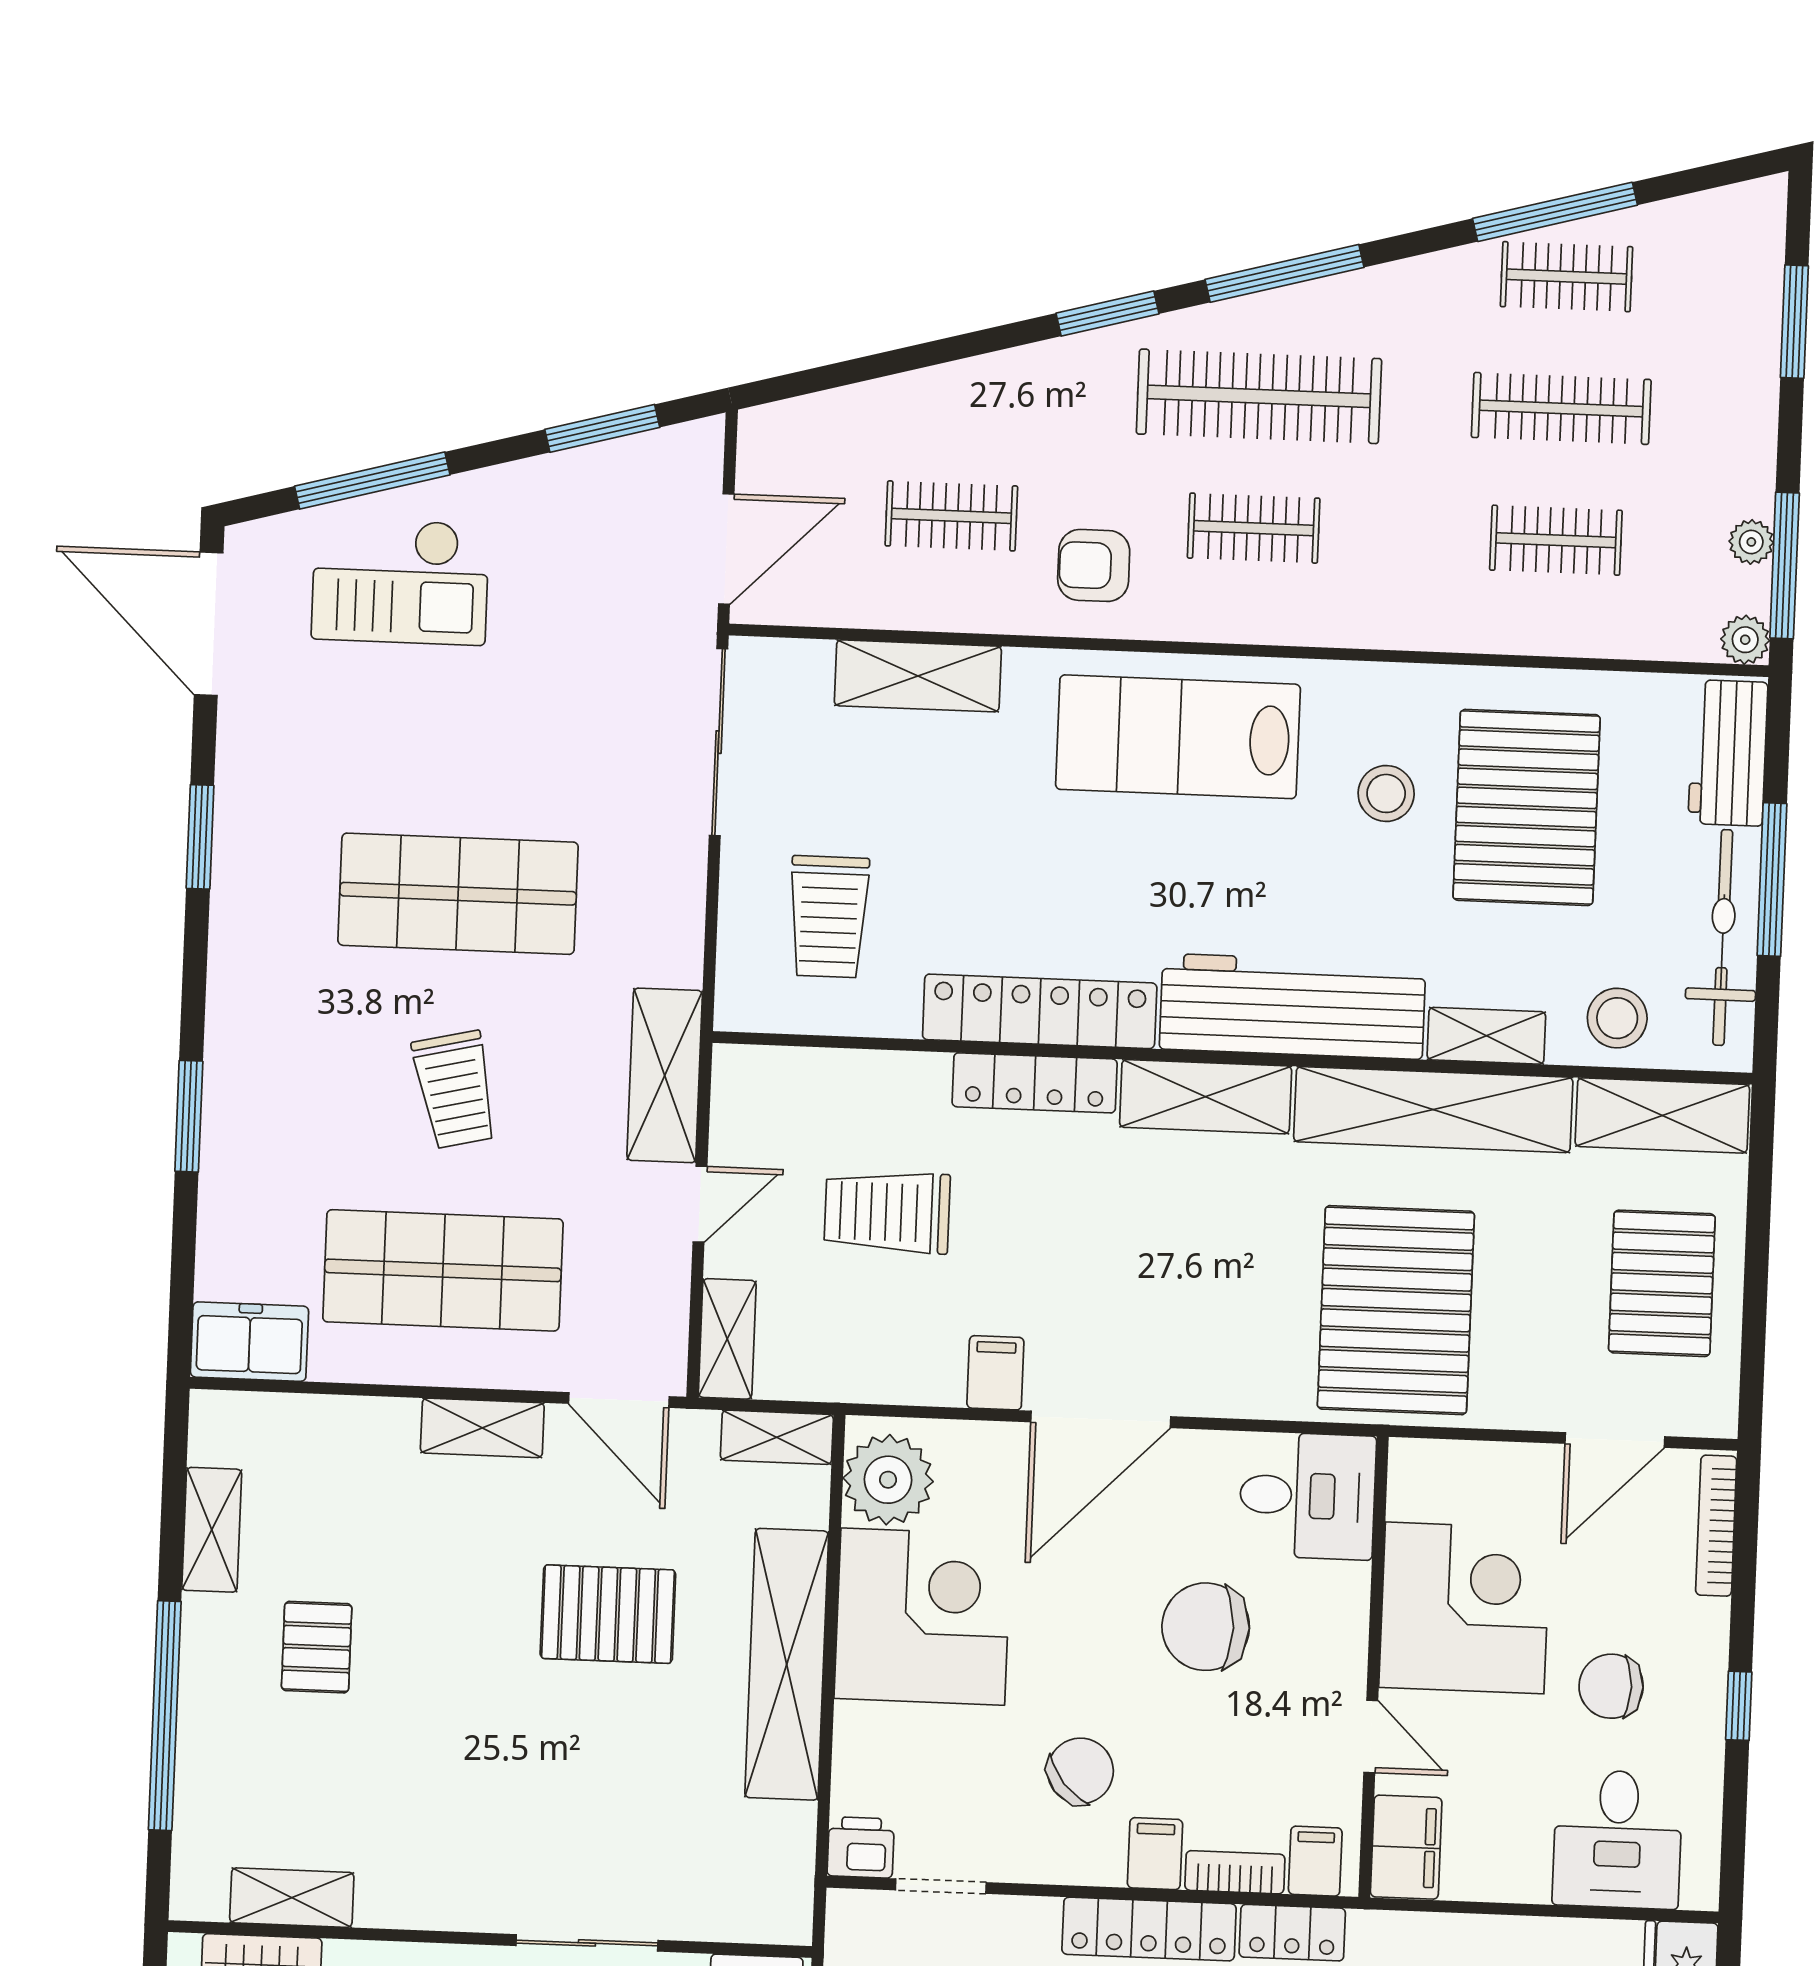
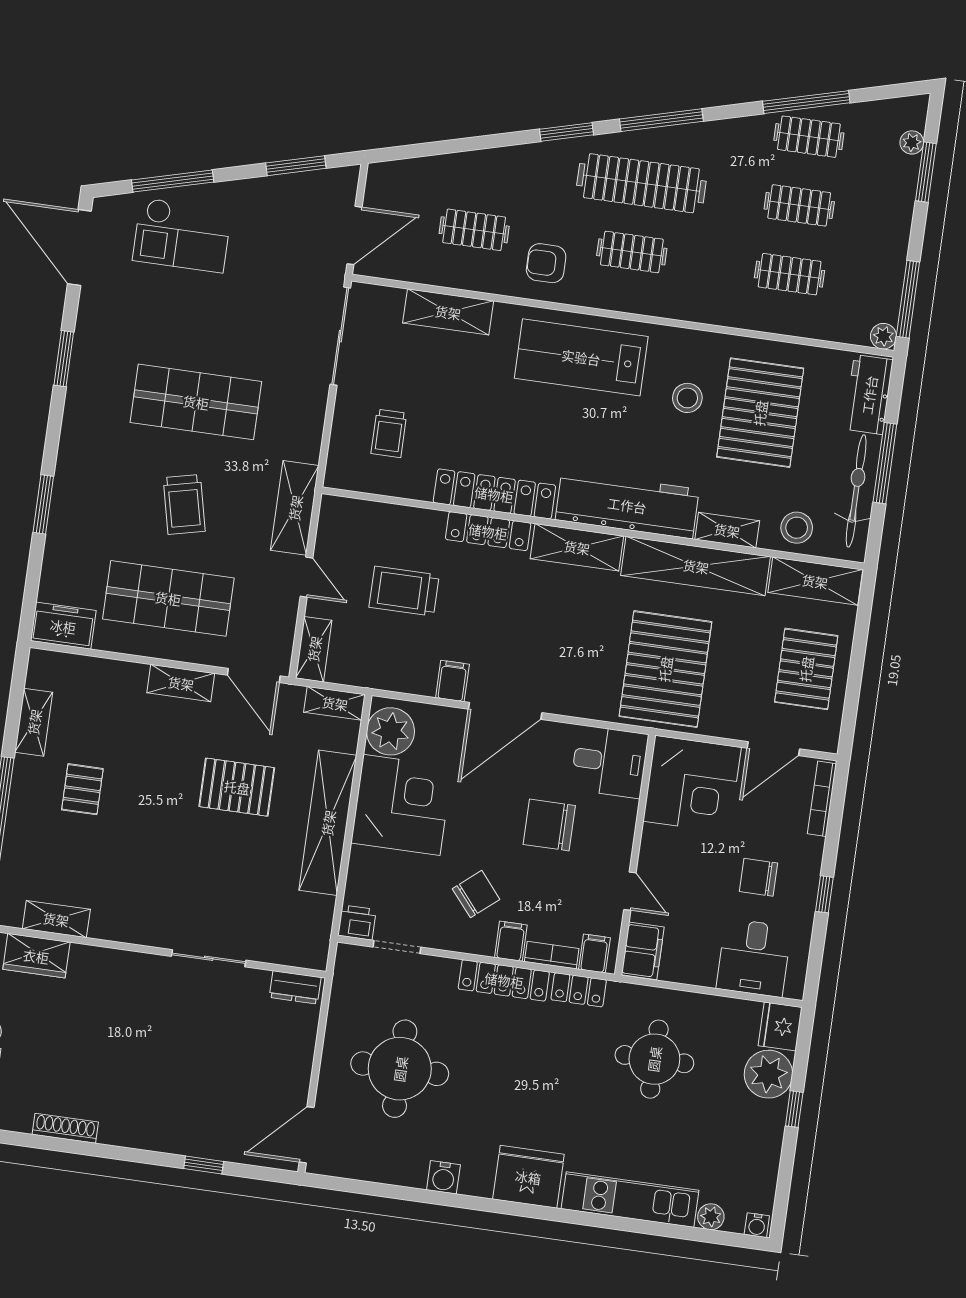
clothes rail: (1561, 408) -> (799, 205), width x0.73
plant: (1751, 542) -> (912, 142), moved
trolley: (829, 917) -> (389, 433), width x0.73, depth x0.72
door: (700, 1204) -> (306, 577), hinge flipped
corner desk: (1465, 1608) -> (692, 784), moved, turned 90

